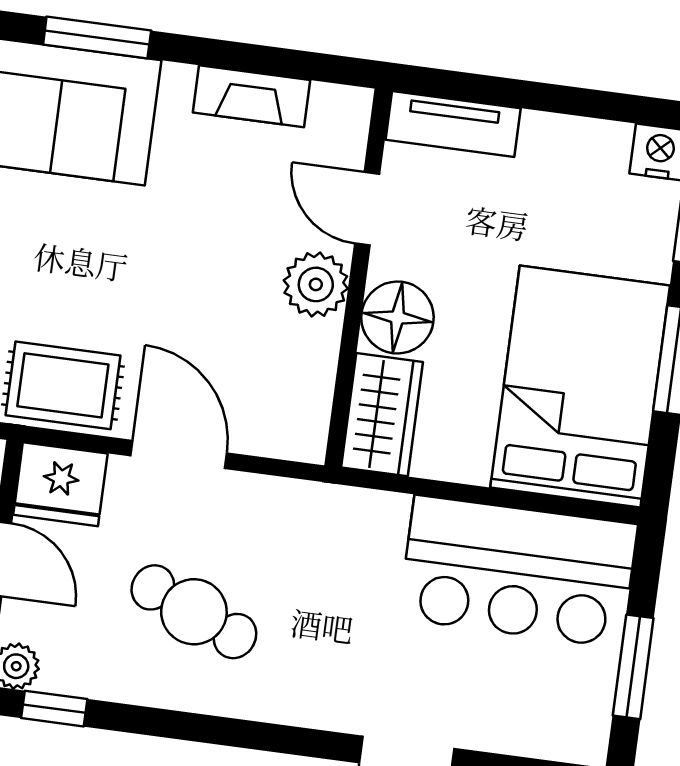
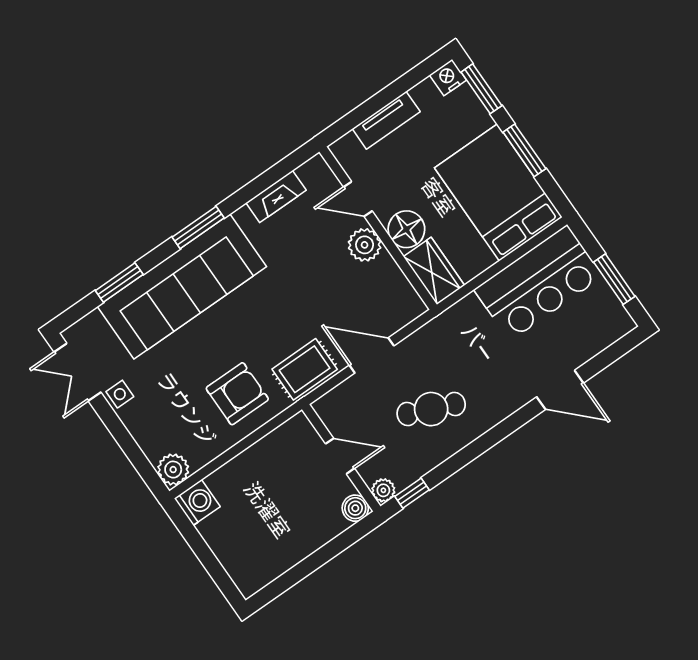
tv unit: (453, 124) -> (386, 120), moved
fridge: (60, 484) -> (337, 407), removed

